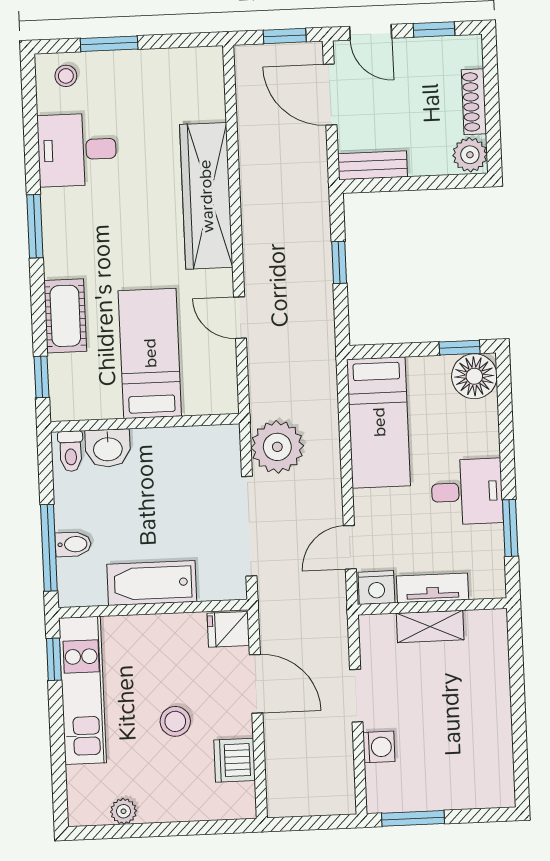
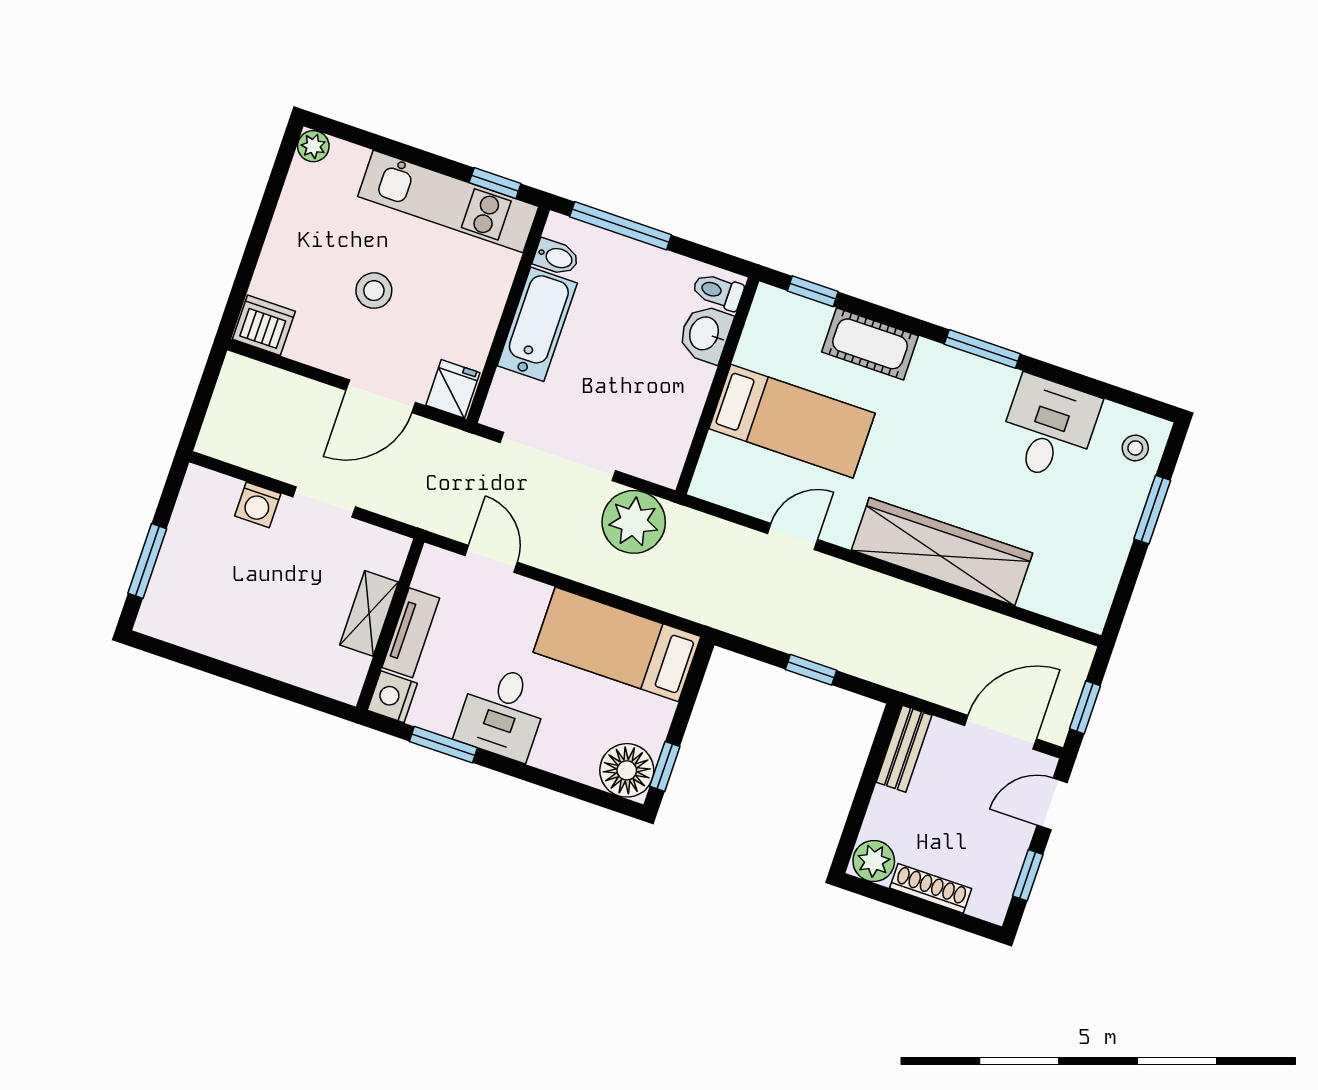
bidet: (73, 544) -> (556, 257), moved, turned -90
nightstand: (376, 588) -> (392, 697), moved
dishwasher: (235, 760) -> (264, 325), moved
plant: (123, 811) -> (313, 146), moved
window: (413, 818) -> (147, 561), moved

